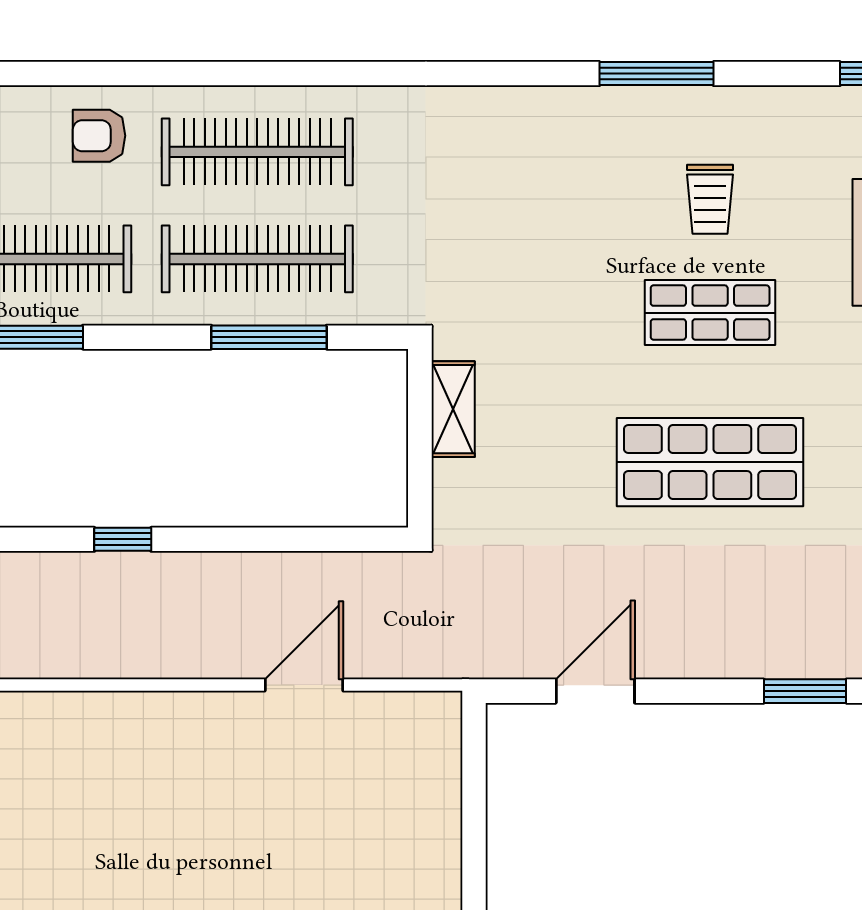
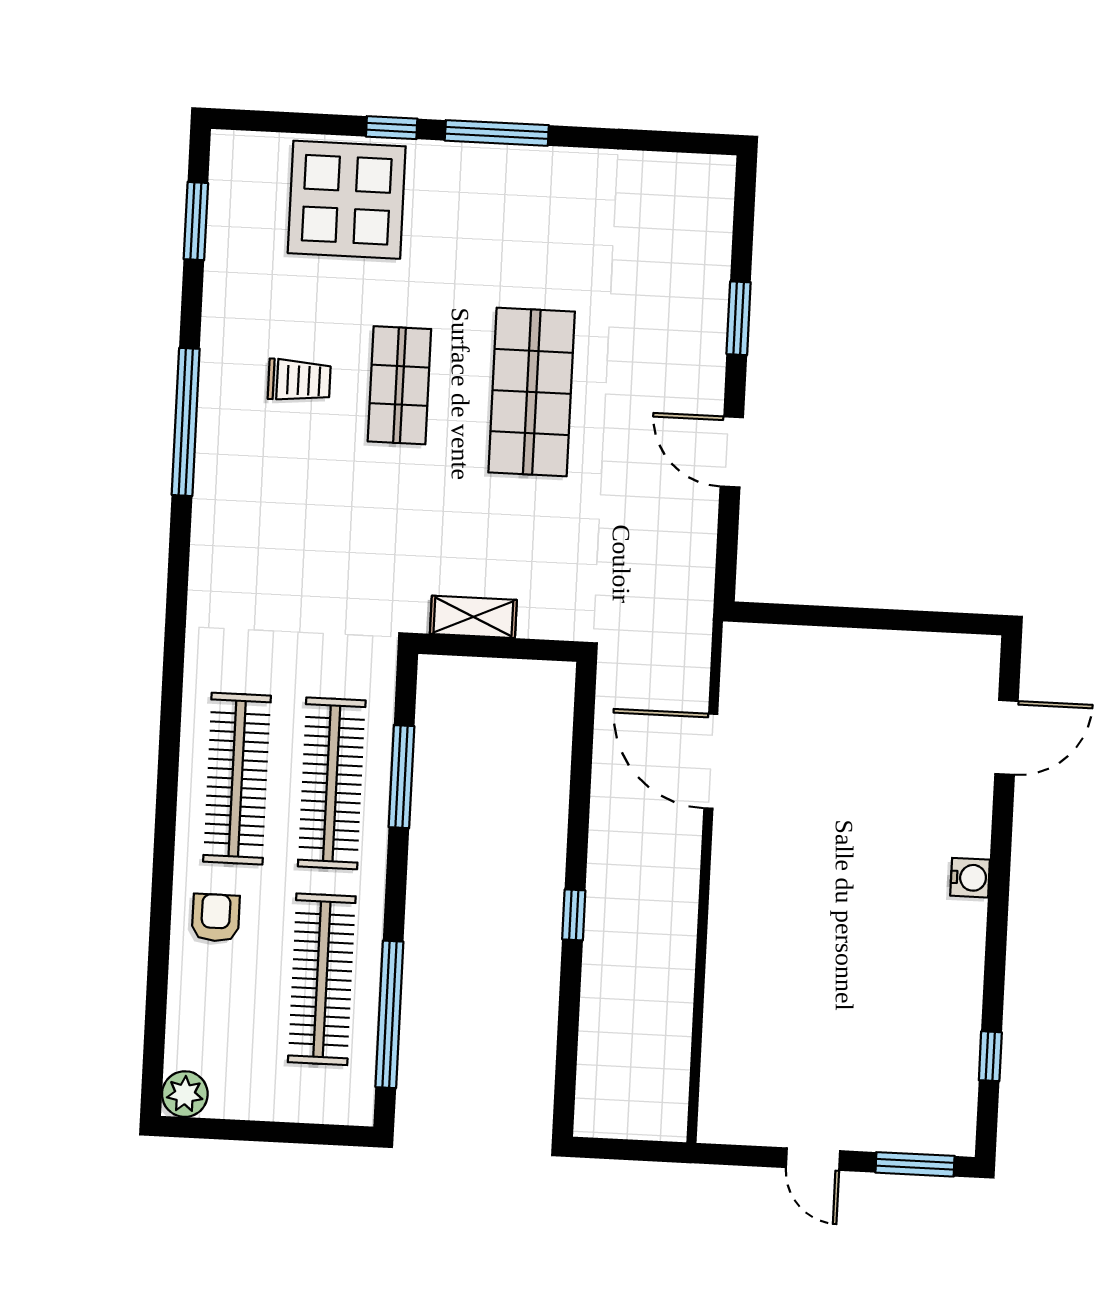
window: (657, 74) -> (186, 422), width x1.46
armchair: (99, 136) -> (216, 918), turned 180
door: (304, 685) -> (711, 761), width x1.36
door: (595, 691) -> (732, 452), moved

